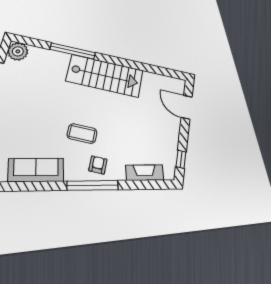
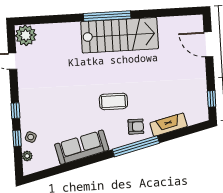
window: (73, 51) -> (107, 16), moved
armchair: (98, 165) -> (136, 127), turned 90
fireplace: (145, 173) -> (169, 125), moved

